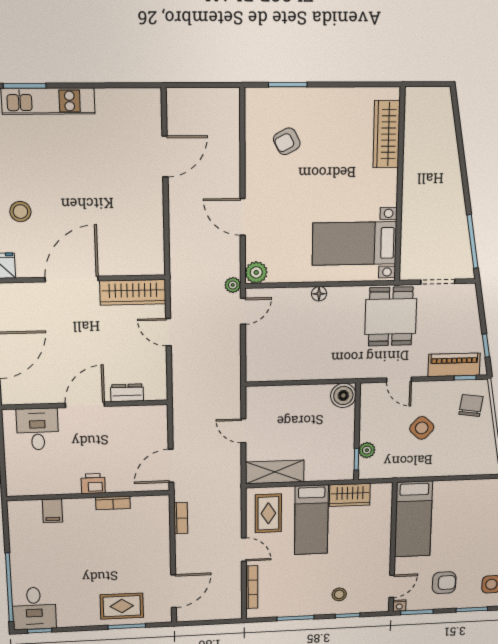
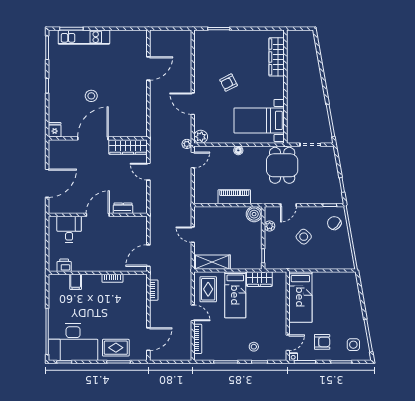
armchair: (287, 141) -> (229, 83), moved
stool: (20, 212) -> (91, 96), moved
piano: (454, 365) -> (234, 197), moved
door: (399, 380) -> (288, 205), hinge flipped
chair: (471, 405) -> (334, 223), turned -54
plant: (367, 450) -> (270, 226), moved
printer: (93, 484) -> (64, 265), moved
desk: (34, 608) -> (73, 342), width x1.87, depth x1.30

